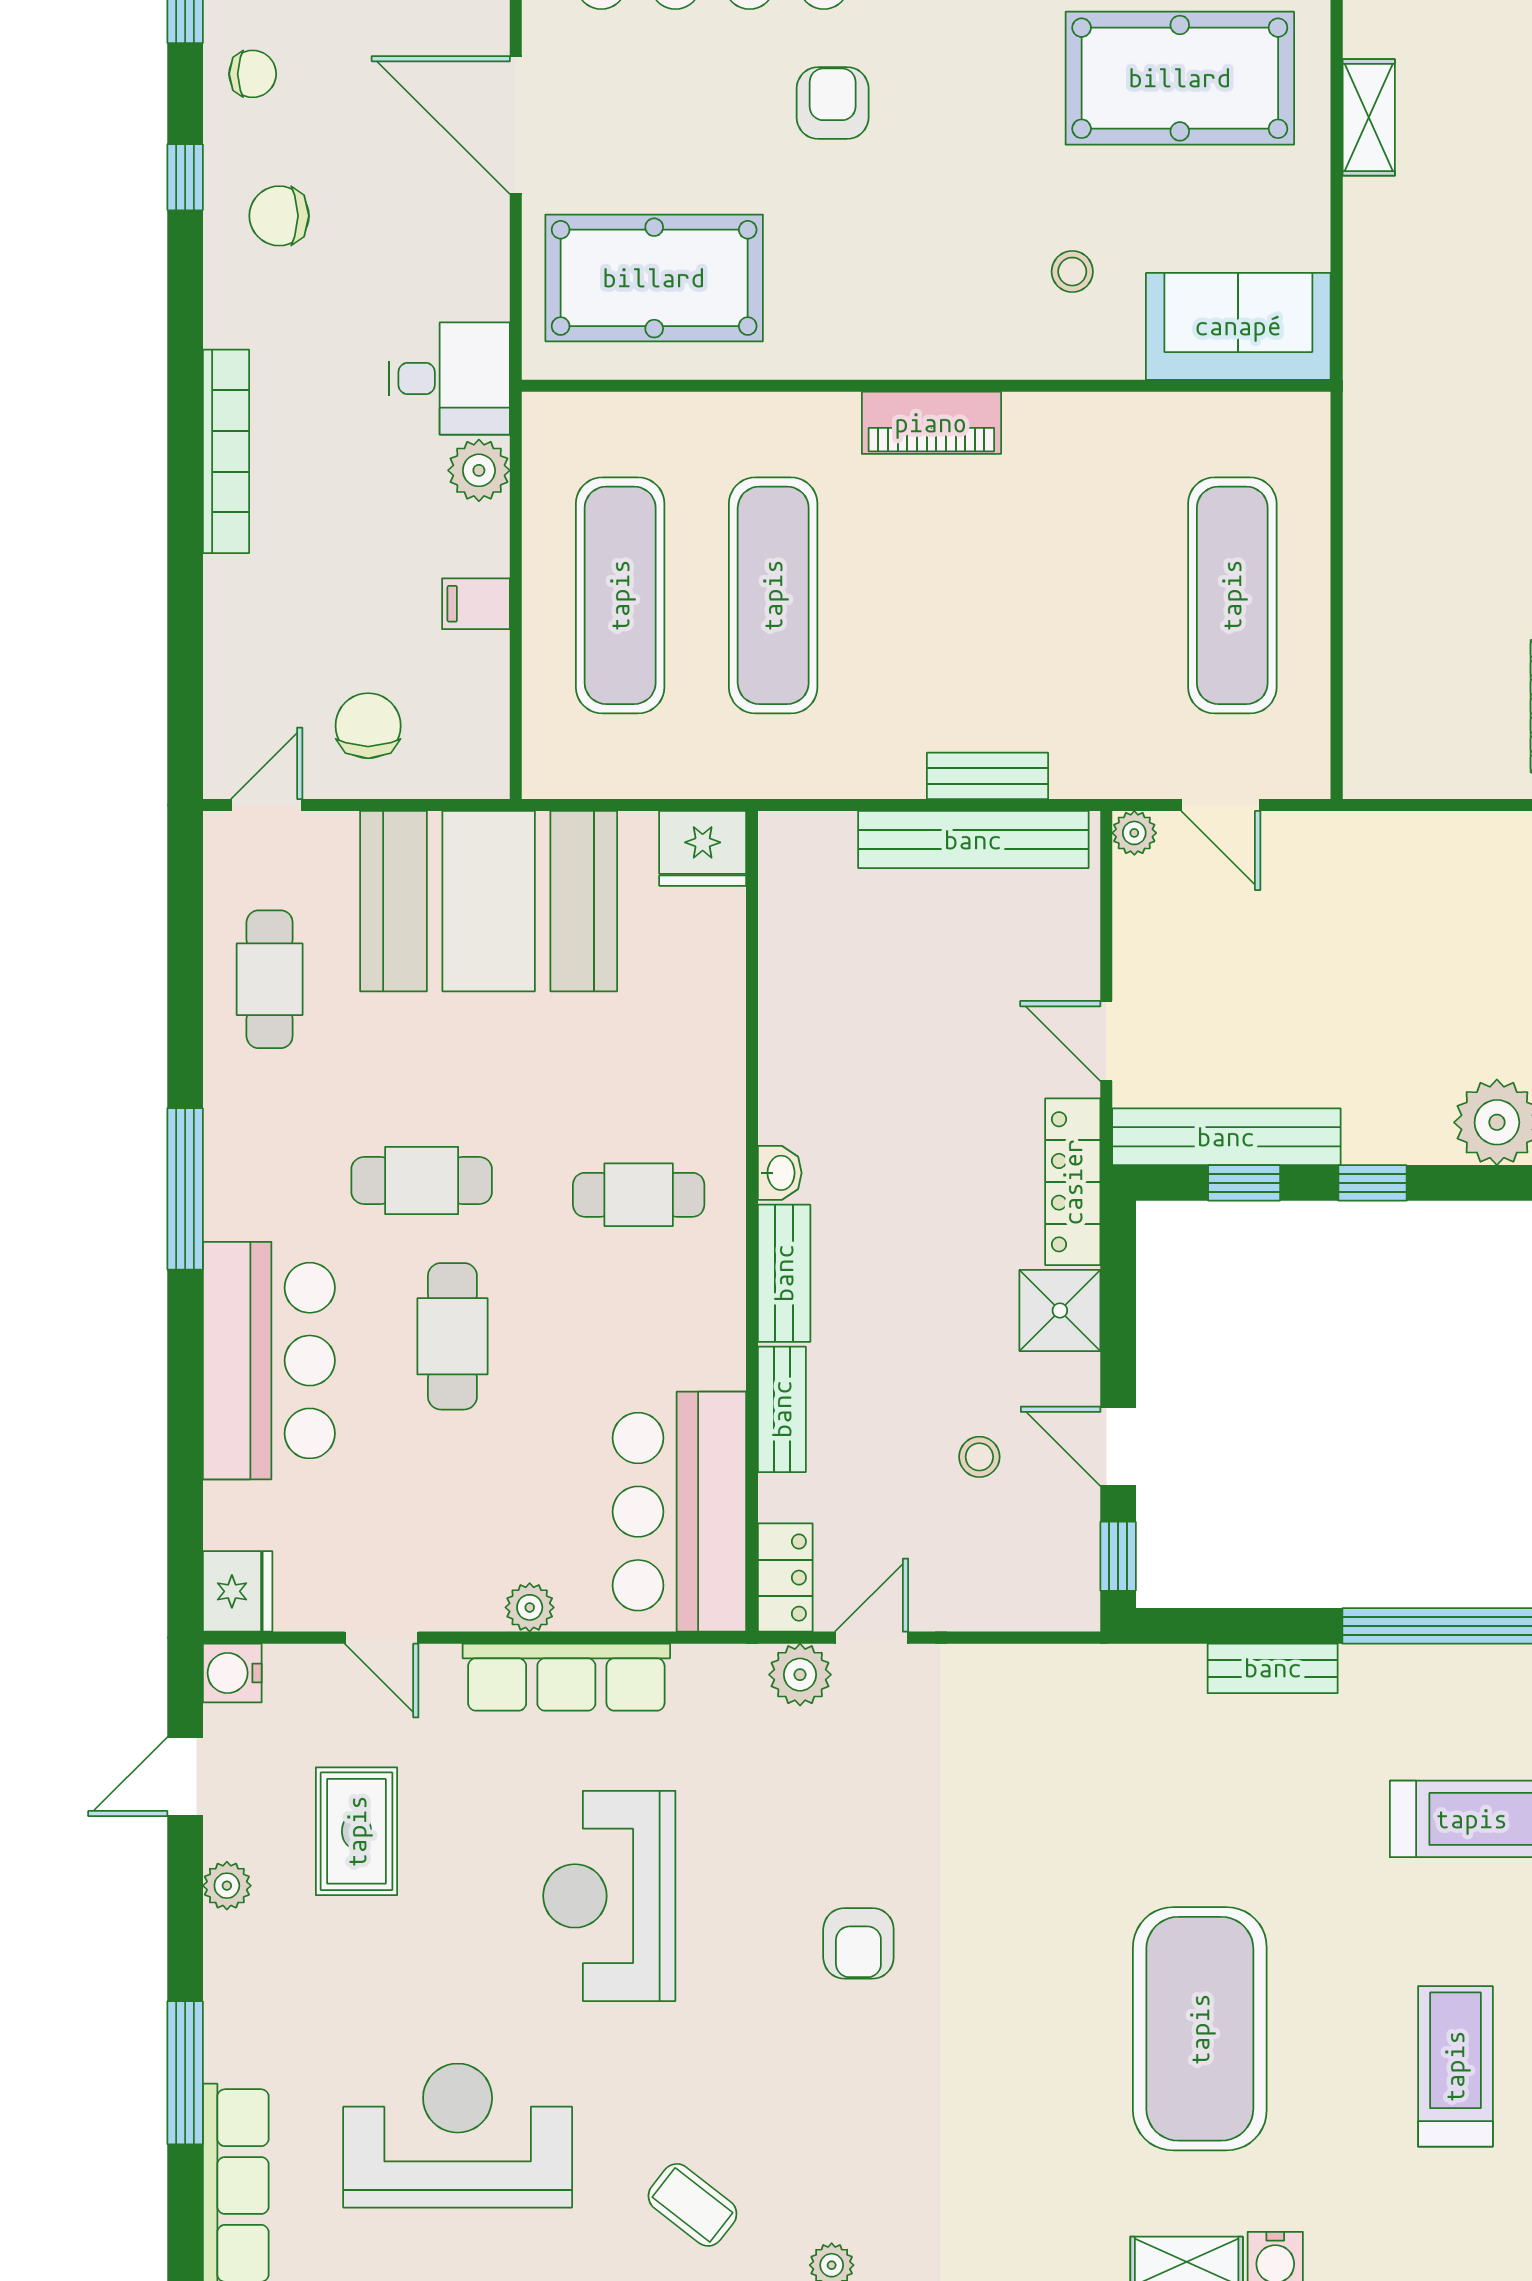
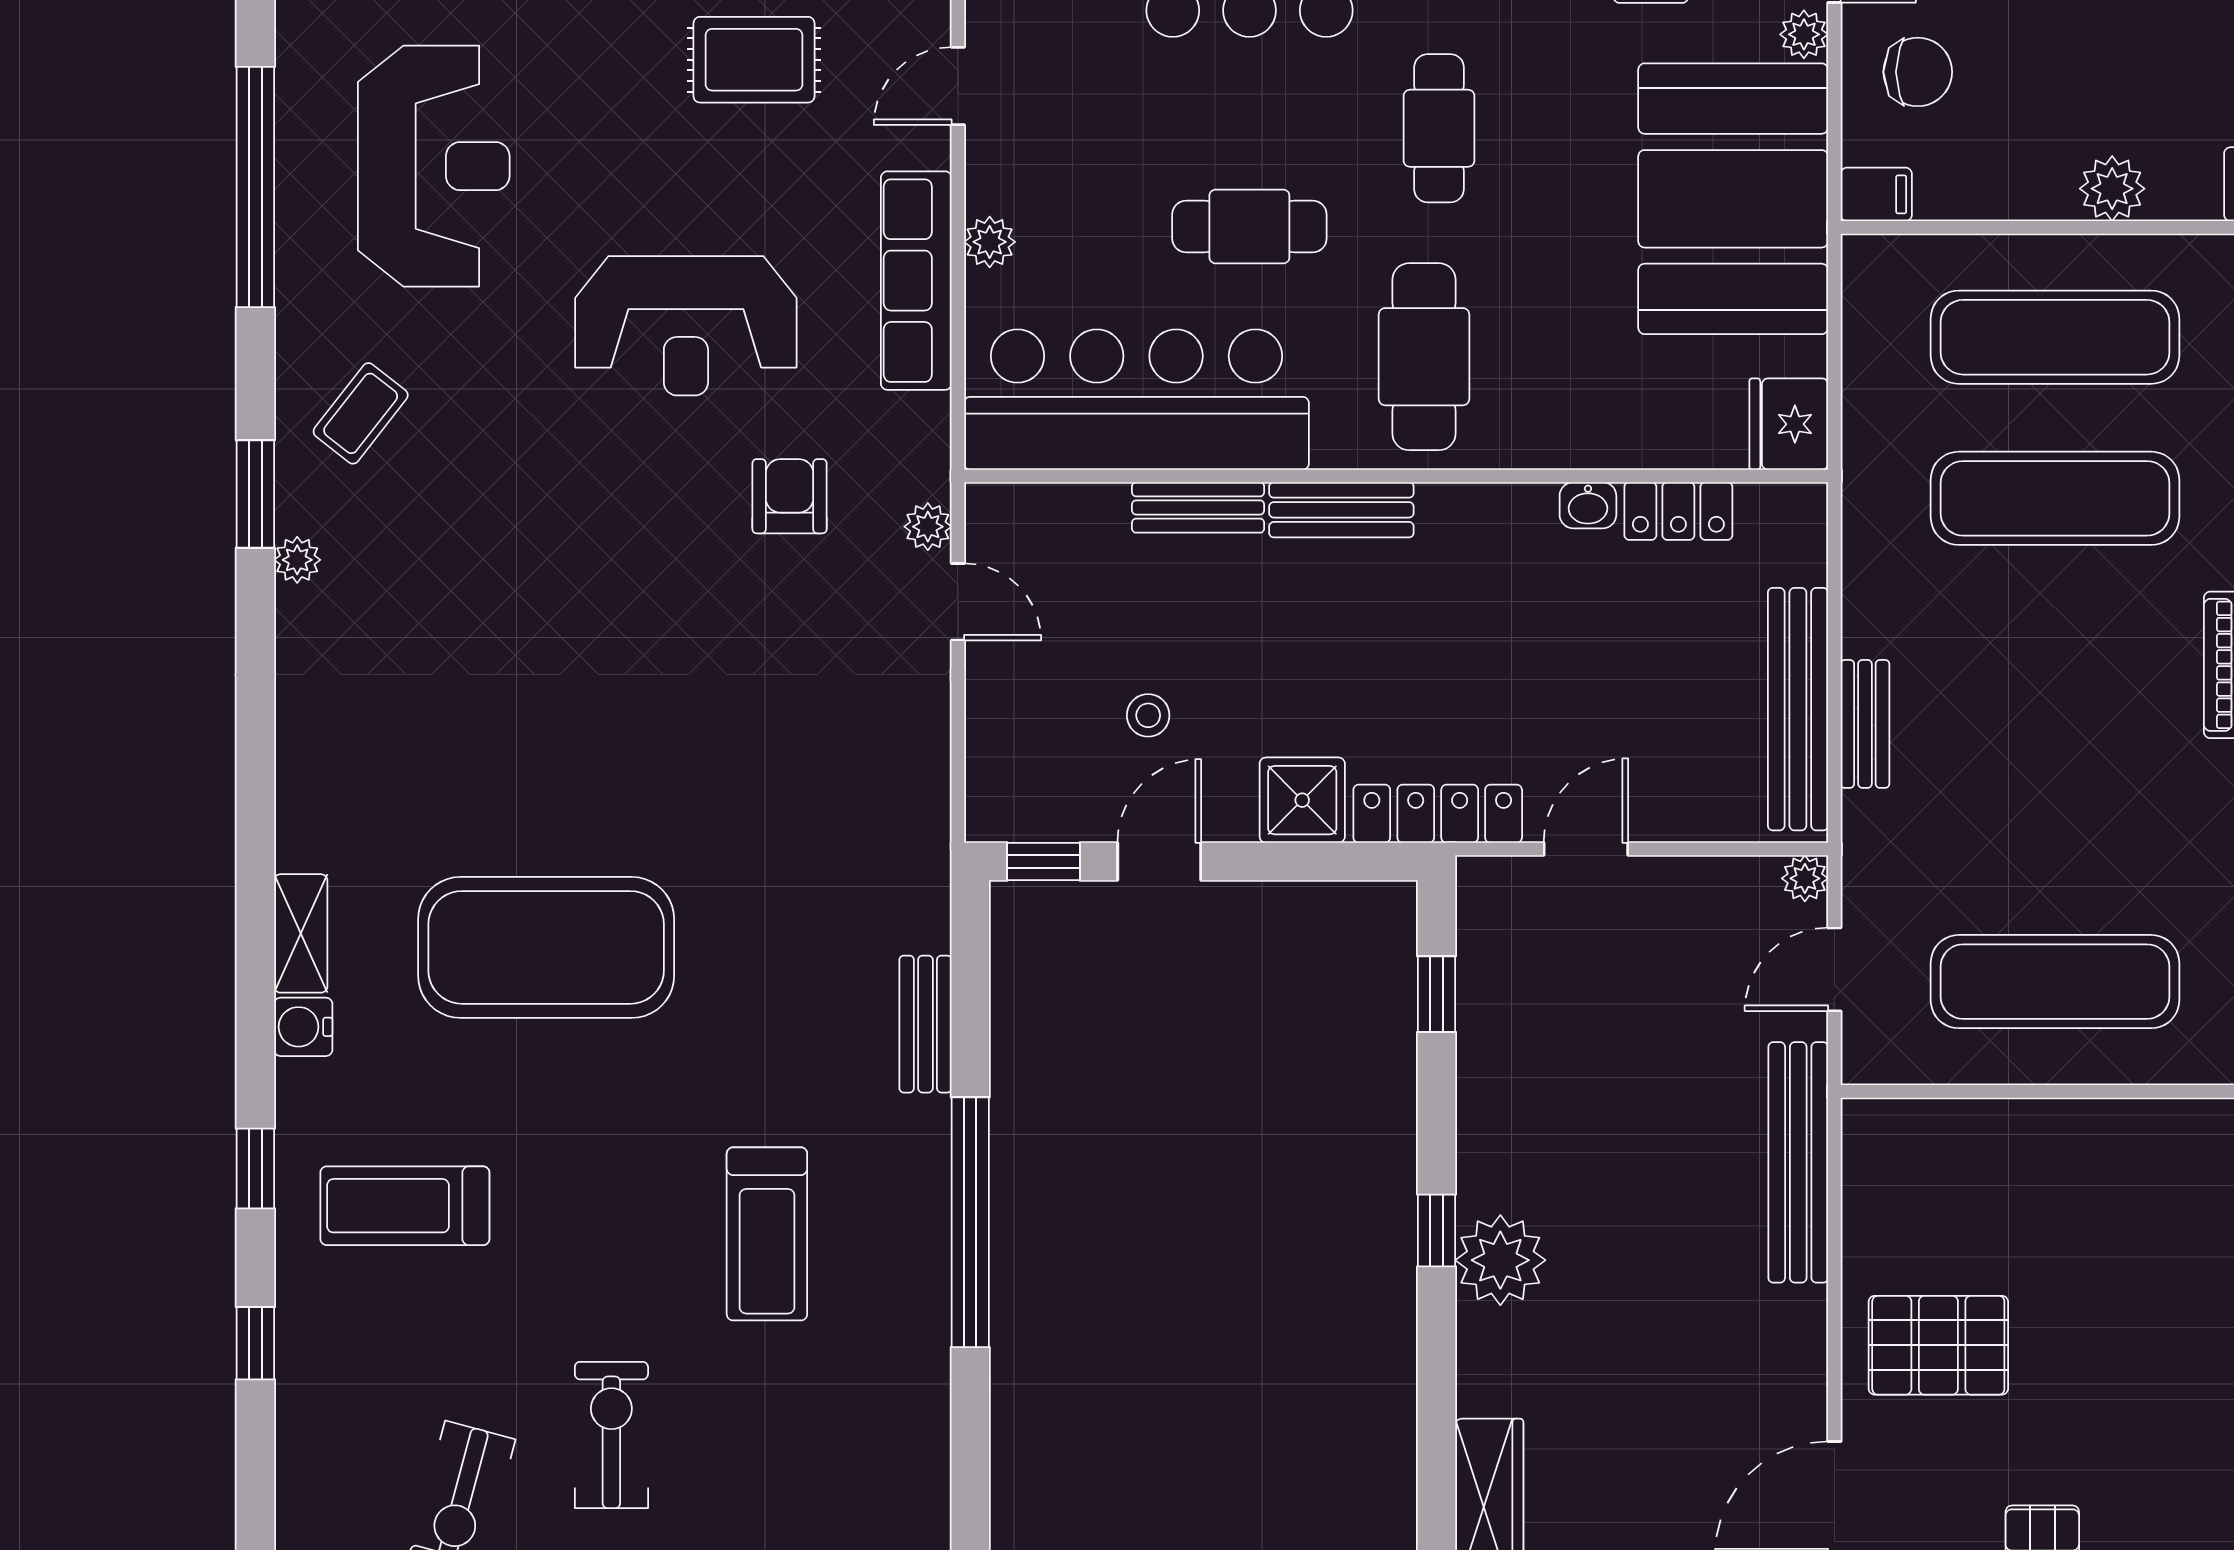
plant: (479, 470) -> (2112, 189), moved
filing cabinet: (476, 604) -> (1876, 194), moved, turned 90
plant: (332, 834) -> (1804, 34), added
bench: (1226, 1137) -> (1798, 1162), moved
washbasin: (780, 1173) -> (1588, 505), moved
window: (1373, 1183) -> (1436, 1230), moved
cafe table: (639, 1195) -> (1424, 357), width x1.37, depth x1.35
cafe table: (452, 1336) -> (1249, 226), moved
bar counter: (679, 1512) -> (1136, 400), width x1.36
locker: (785, 1578) -> (1678, 511), moved
plant: (800, 1675) -> (928, 527), width x0.73, depth x0.73
reception desk: (609, 1896) -> (686, 326), turned 180
armchair: (858, 1943) -> (790, 496), moved, turned 90
treadmill: (1455, 2066) -> (405, 1206), moved, turned 180

